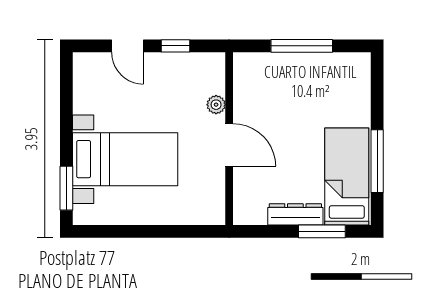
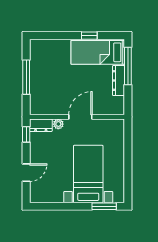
window: (176, 46) -> (26, 134), moved
dresser: (214, 73) -> (41, 125), added
window: (377, 161) -> (89, 36), width x0.46
window: (322, 231) -> (128, 66), width x1.44

